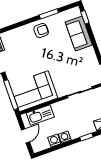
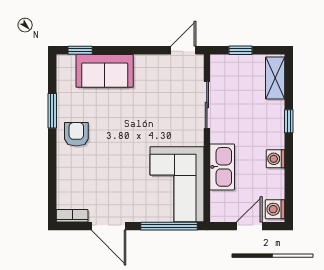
kitchen sink: (40, 115) -> (222, 167), moved
door: (25, 136) -> (249, 226), hinge flipped
washing machine: (54, 141) -> (275, 209), moved

